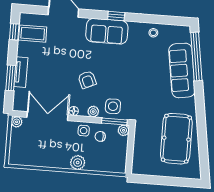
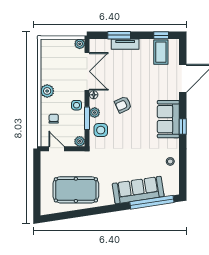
window: (114, 121) -> (87, 118), moved
chair: (100, 136) -> (54, 119), moved
door: (130, 156) -> (56, 149), added
plant: (78, 163) -> (47, 91), moved

